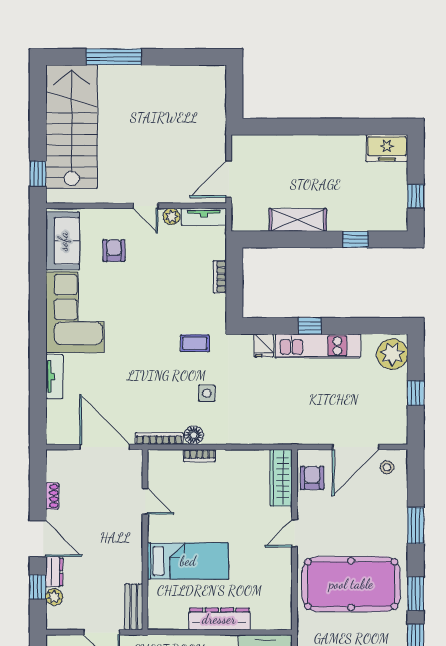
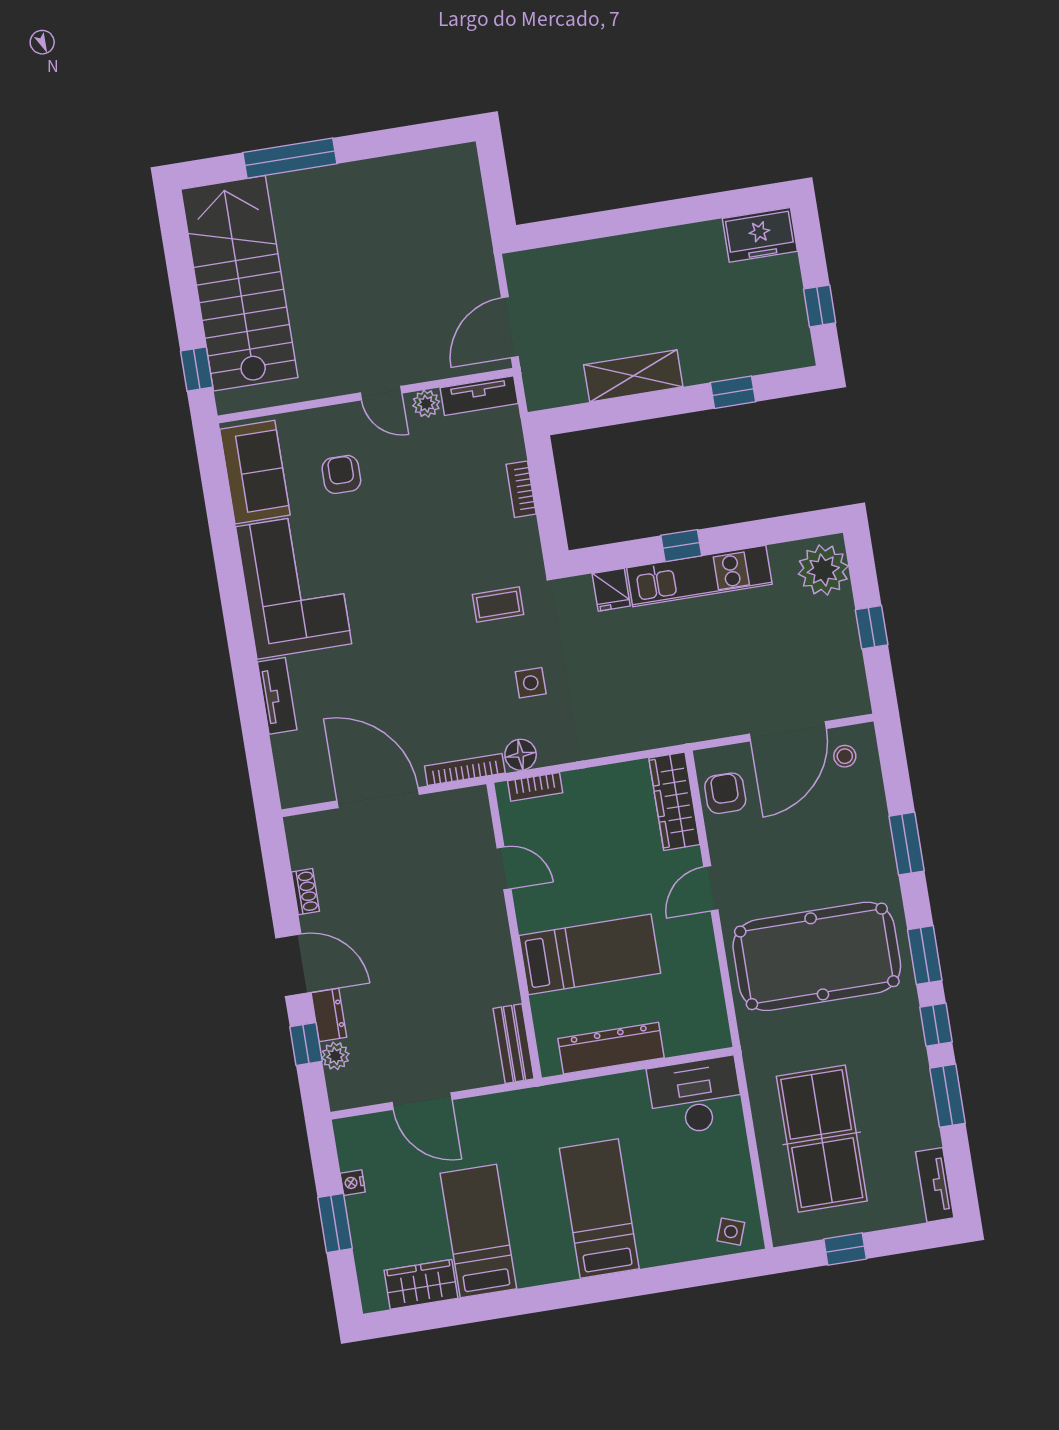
door: (145, 501) -> (504, 868), moved
wall: (145, 540) -> (514, 931), moved
bed: (188, 561) -> (590, 954), moved
bench: (134, 607) -> (514, 1044), moved

